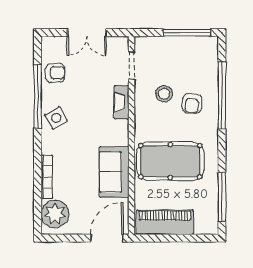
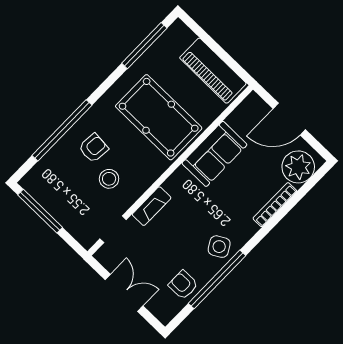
door: (107, 238) -> (289, 119), moved

